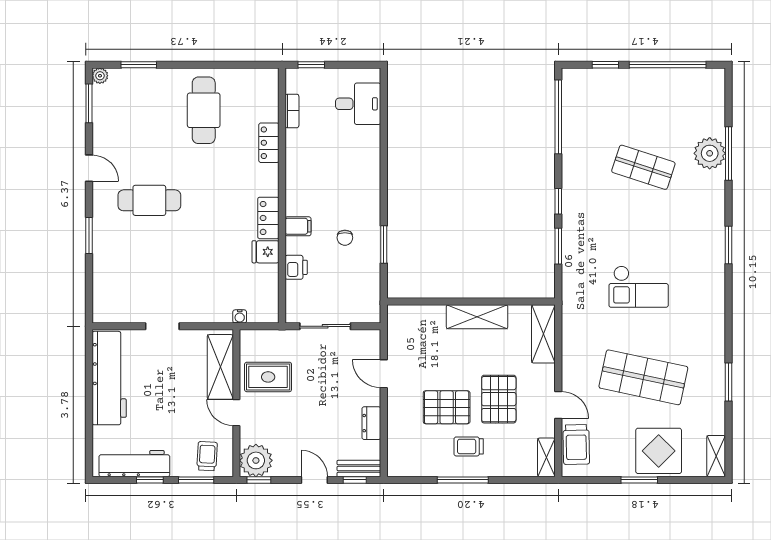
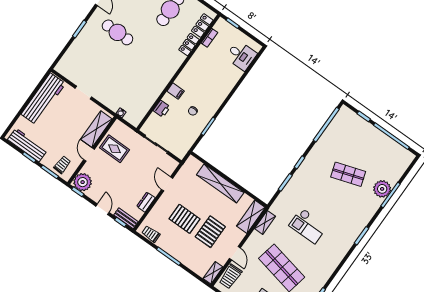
shop shelf: (643, 167) -> (348, 174), turned -36
locker: (268, 218) -> (202, 25), moved
fridge: (266, 252) -> (153, 92), removed
shelving: (477, 317) -> (220, 184), width x1.47
shelving: (571, 327) -> (265, 222), added
trolley: (469, 446) -> (151, 234), moved

